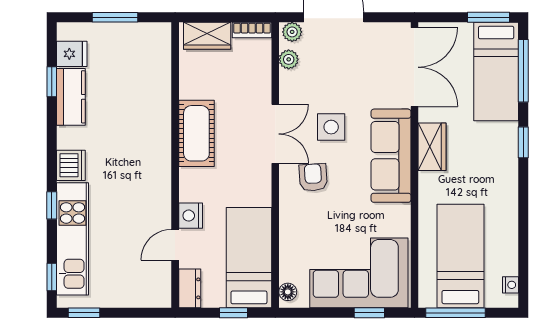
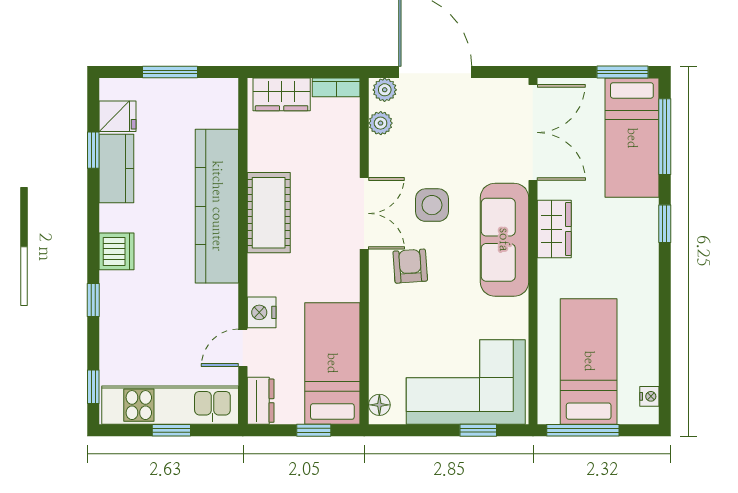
kitchen counter: (154, 128) -> (217, 206), added
kitchen unit: (72, 239) -> (170, 405), moved, turned -90
window: (84, 313) -> (171, 430), moved

